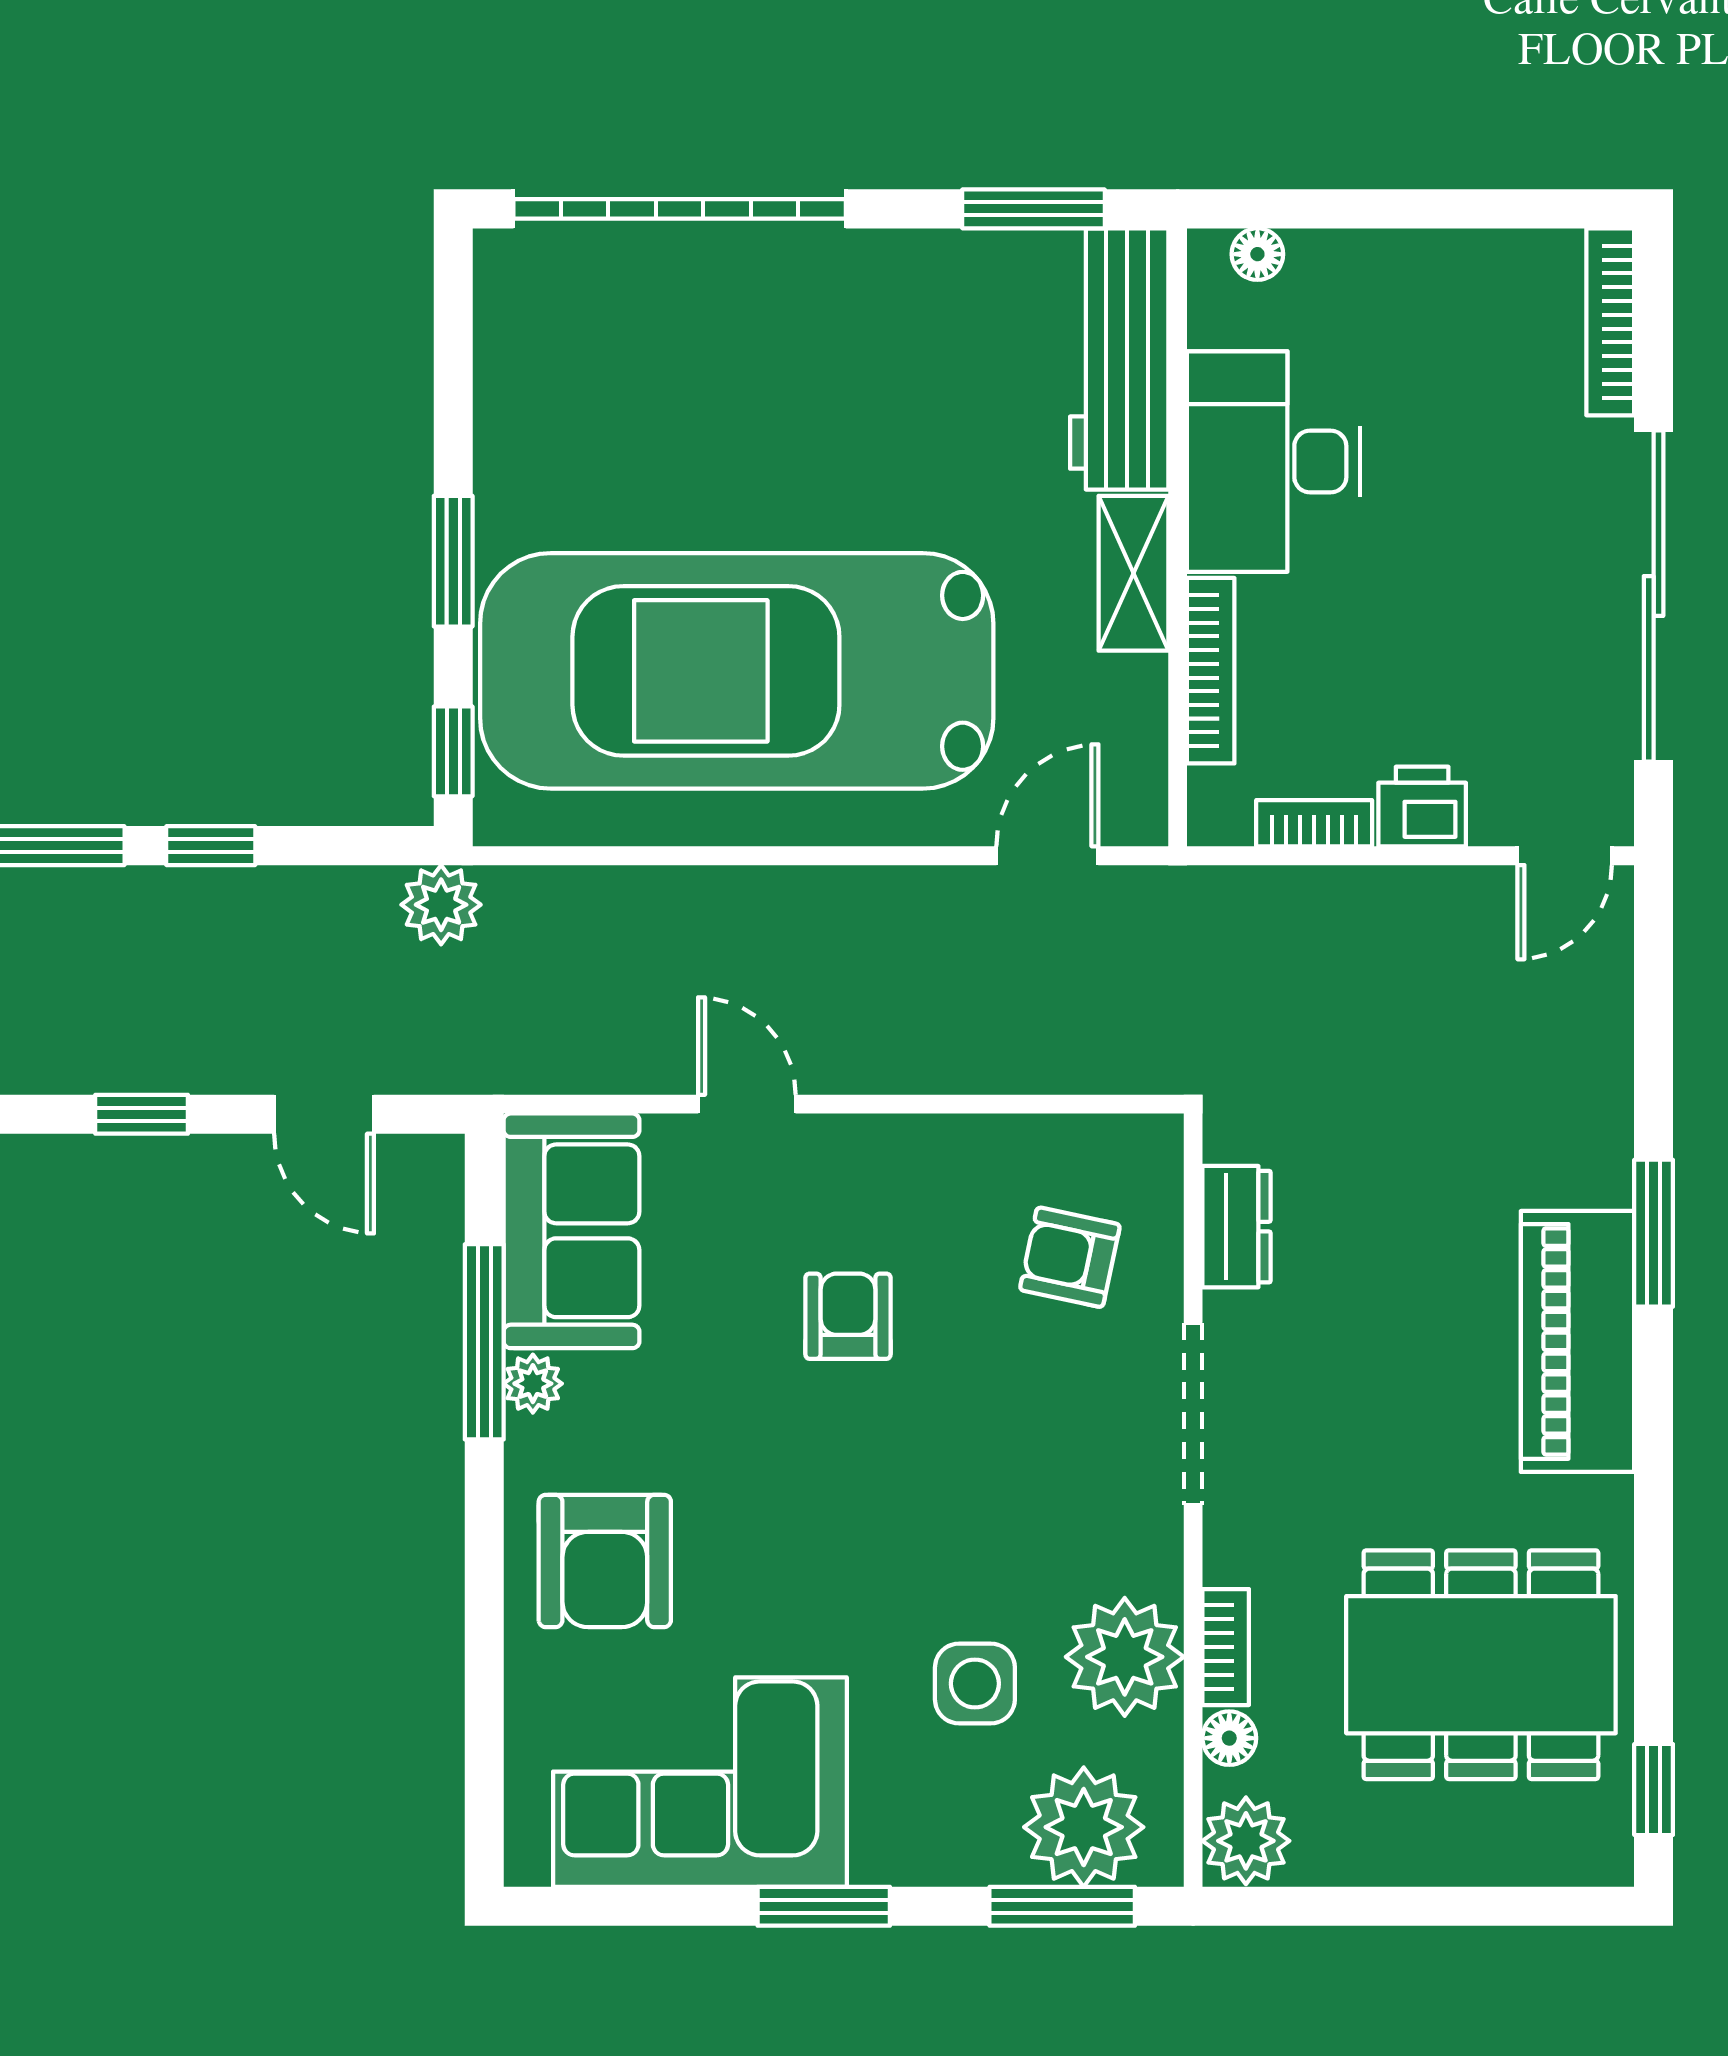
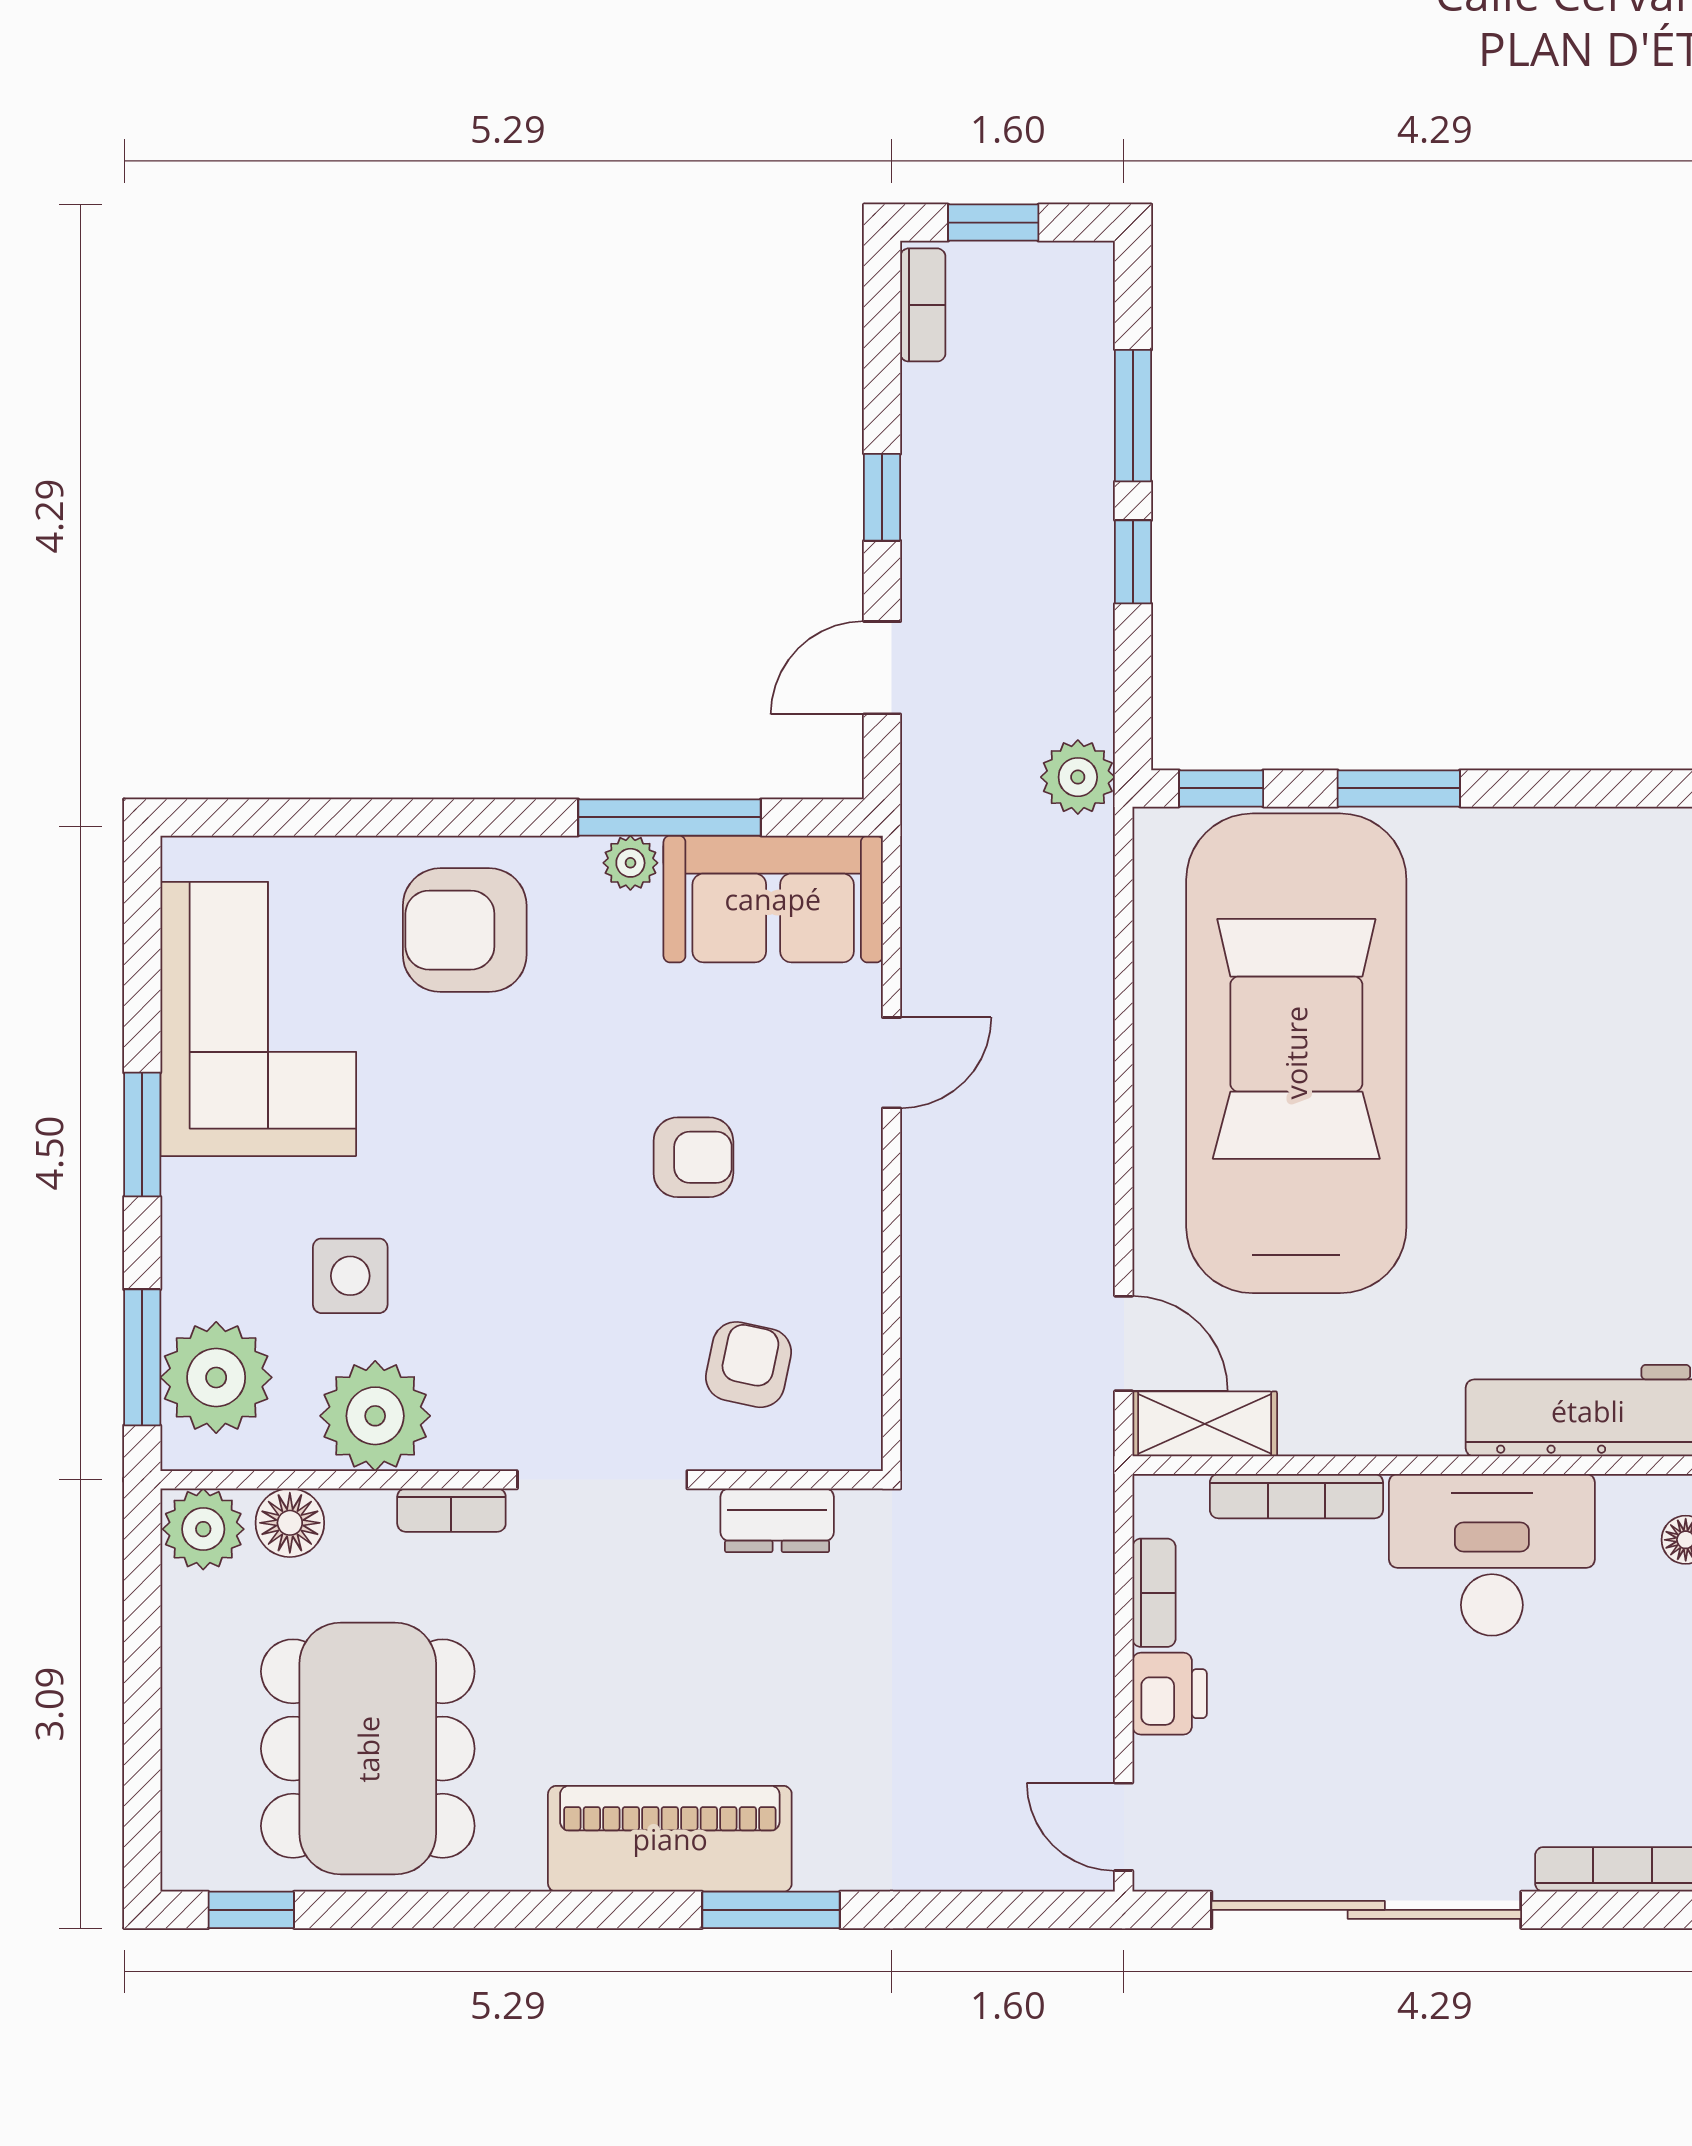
shelving: (1133, 573) -> (1205, 1424), moved
bookcase: (1226, 1647) -> (451, 1510), moved
floor lamp: (1229, 1738) -> (290, 1523), width x1.37, depth x1.37

